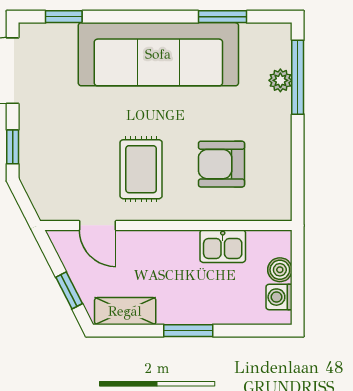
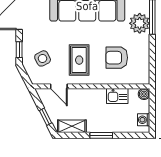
plant: (280, 80) -> (140, 23), width x1.88, depth x1.88
side table: (63, 166) -> (43, 58), added
boiler: (280, 270) -> (144, 94), moved

